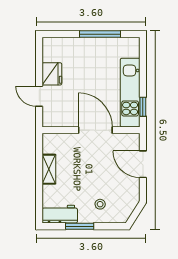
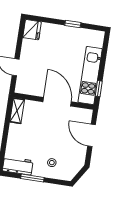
window: (100, 34) -> (73, 24), width x0.46
fridge: (52, 74) -> (32, 30), moved
shelving: (49, 169) -> (17, 111), moved

